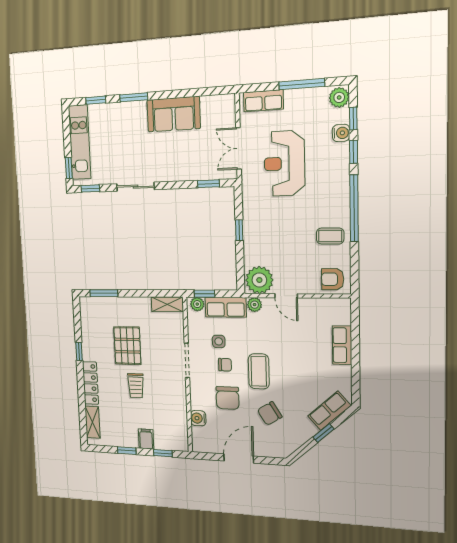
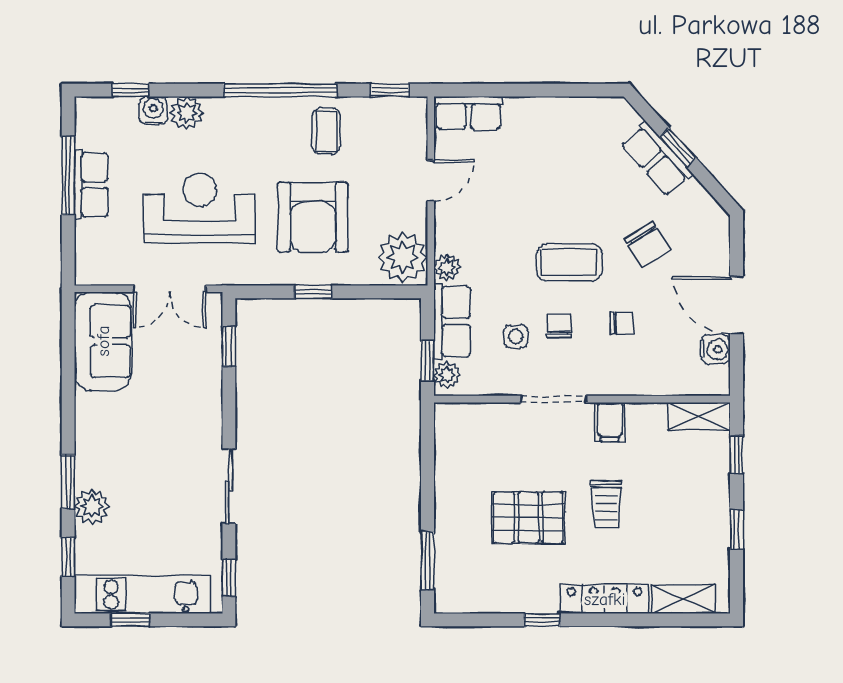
plant: (339, 97) -> (187, 113), moved
row of seats: (263, 101) -> (91, 185), moved
plant: (122, 112) -> (92, 507), added
sofa: (174, 114) -> (103, 341), moved
window: (354, 152) -> (390, 90), moved
reception desk: (284, 164) -> (200, 208), turned 180
window: (69, 168) -> (131, 620), moved
armchair: (333, 279) -> (313, 217), moved, width x1.88, depth x1.88
door: (286, 296) -> (431, 181), moved
shelving: (167, 304) -> (699, 416), moved, turned 90
row of seats: (342, 345) -> (468, 113), moved
trolley: (136, 386) -> (606, 504), turned 90
chair: (228, 398) -> (622, 323), width x0.54, depth x0.54
row of seats: (329, 411) -> (657, 159), moved
water cooler: (198, 418) -> (715, 349), moved, turned -90
filing cabinet: (146, 439) -> (610, 422), moved, turned -90

